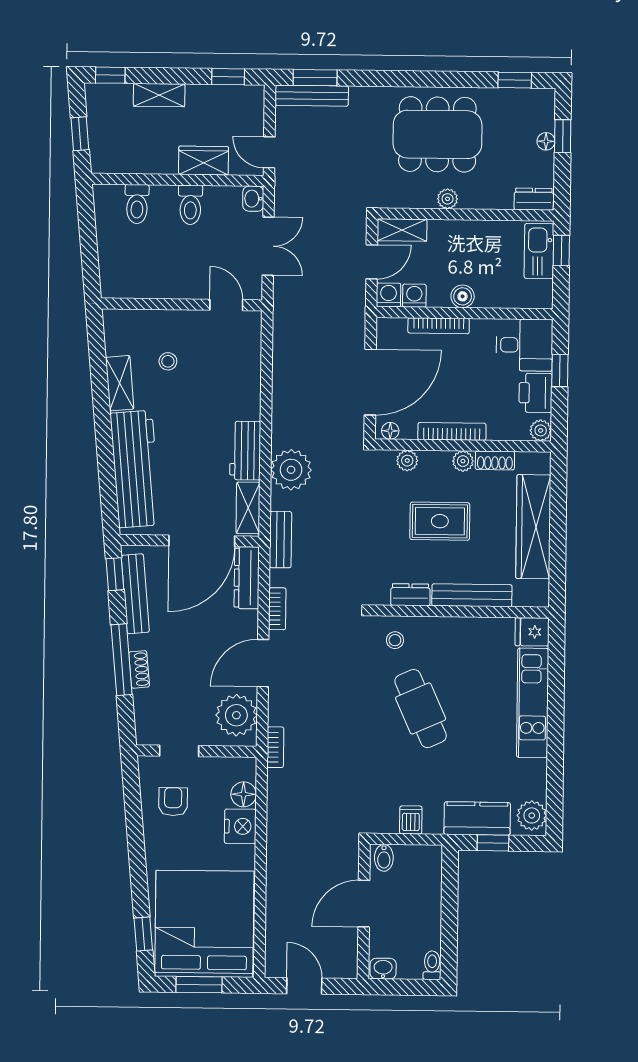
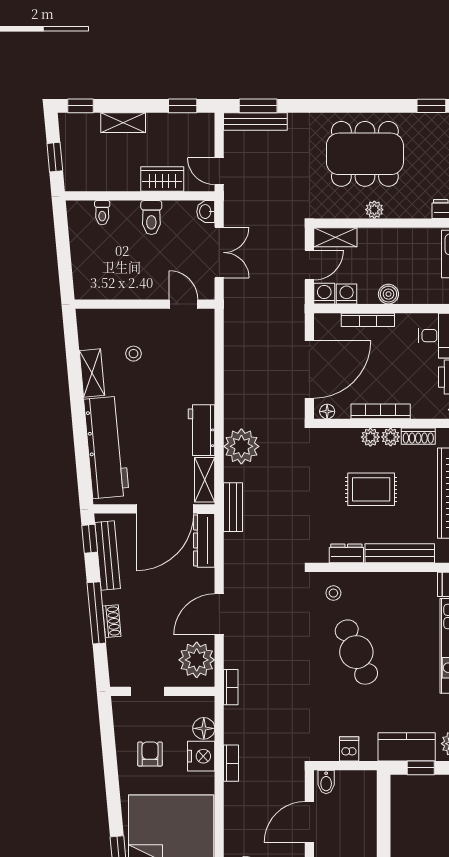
toilet: (137, 204) -> (102, 213), width x0.73, depth x0.72
plant: (407, 461) -> (370, 437), moved
bookcase: (277, 609) -> (231, 763), moved
armchair: (173, 802) -> (150, 754), moved

